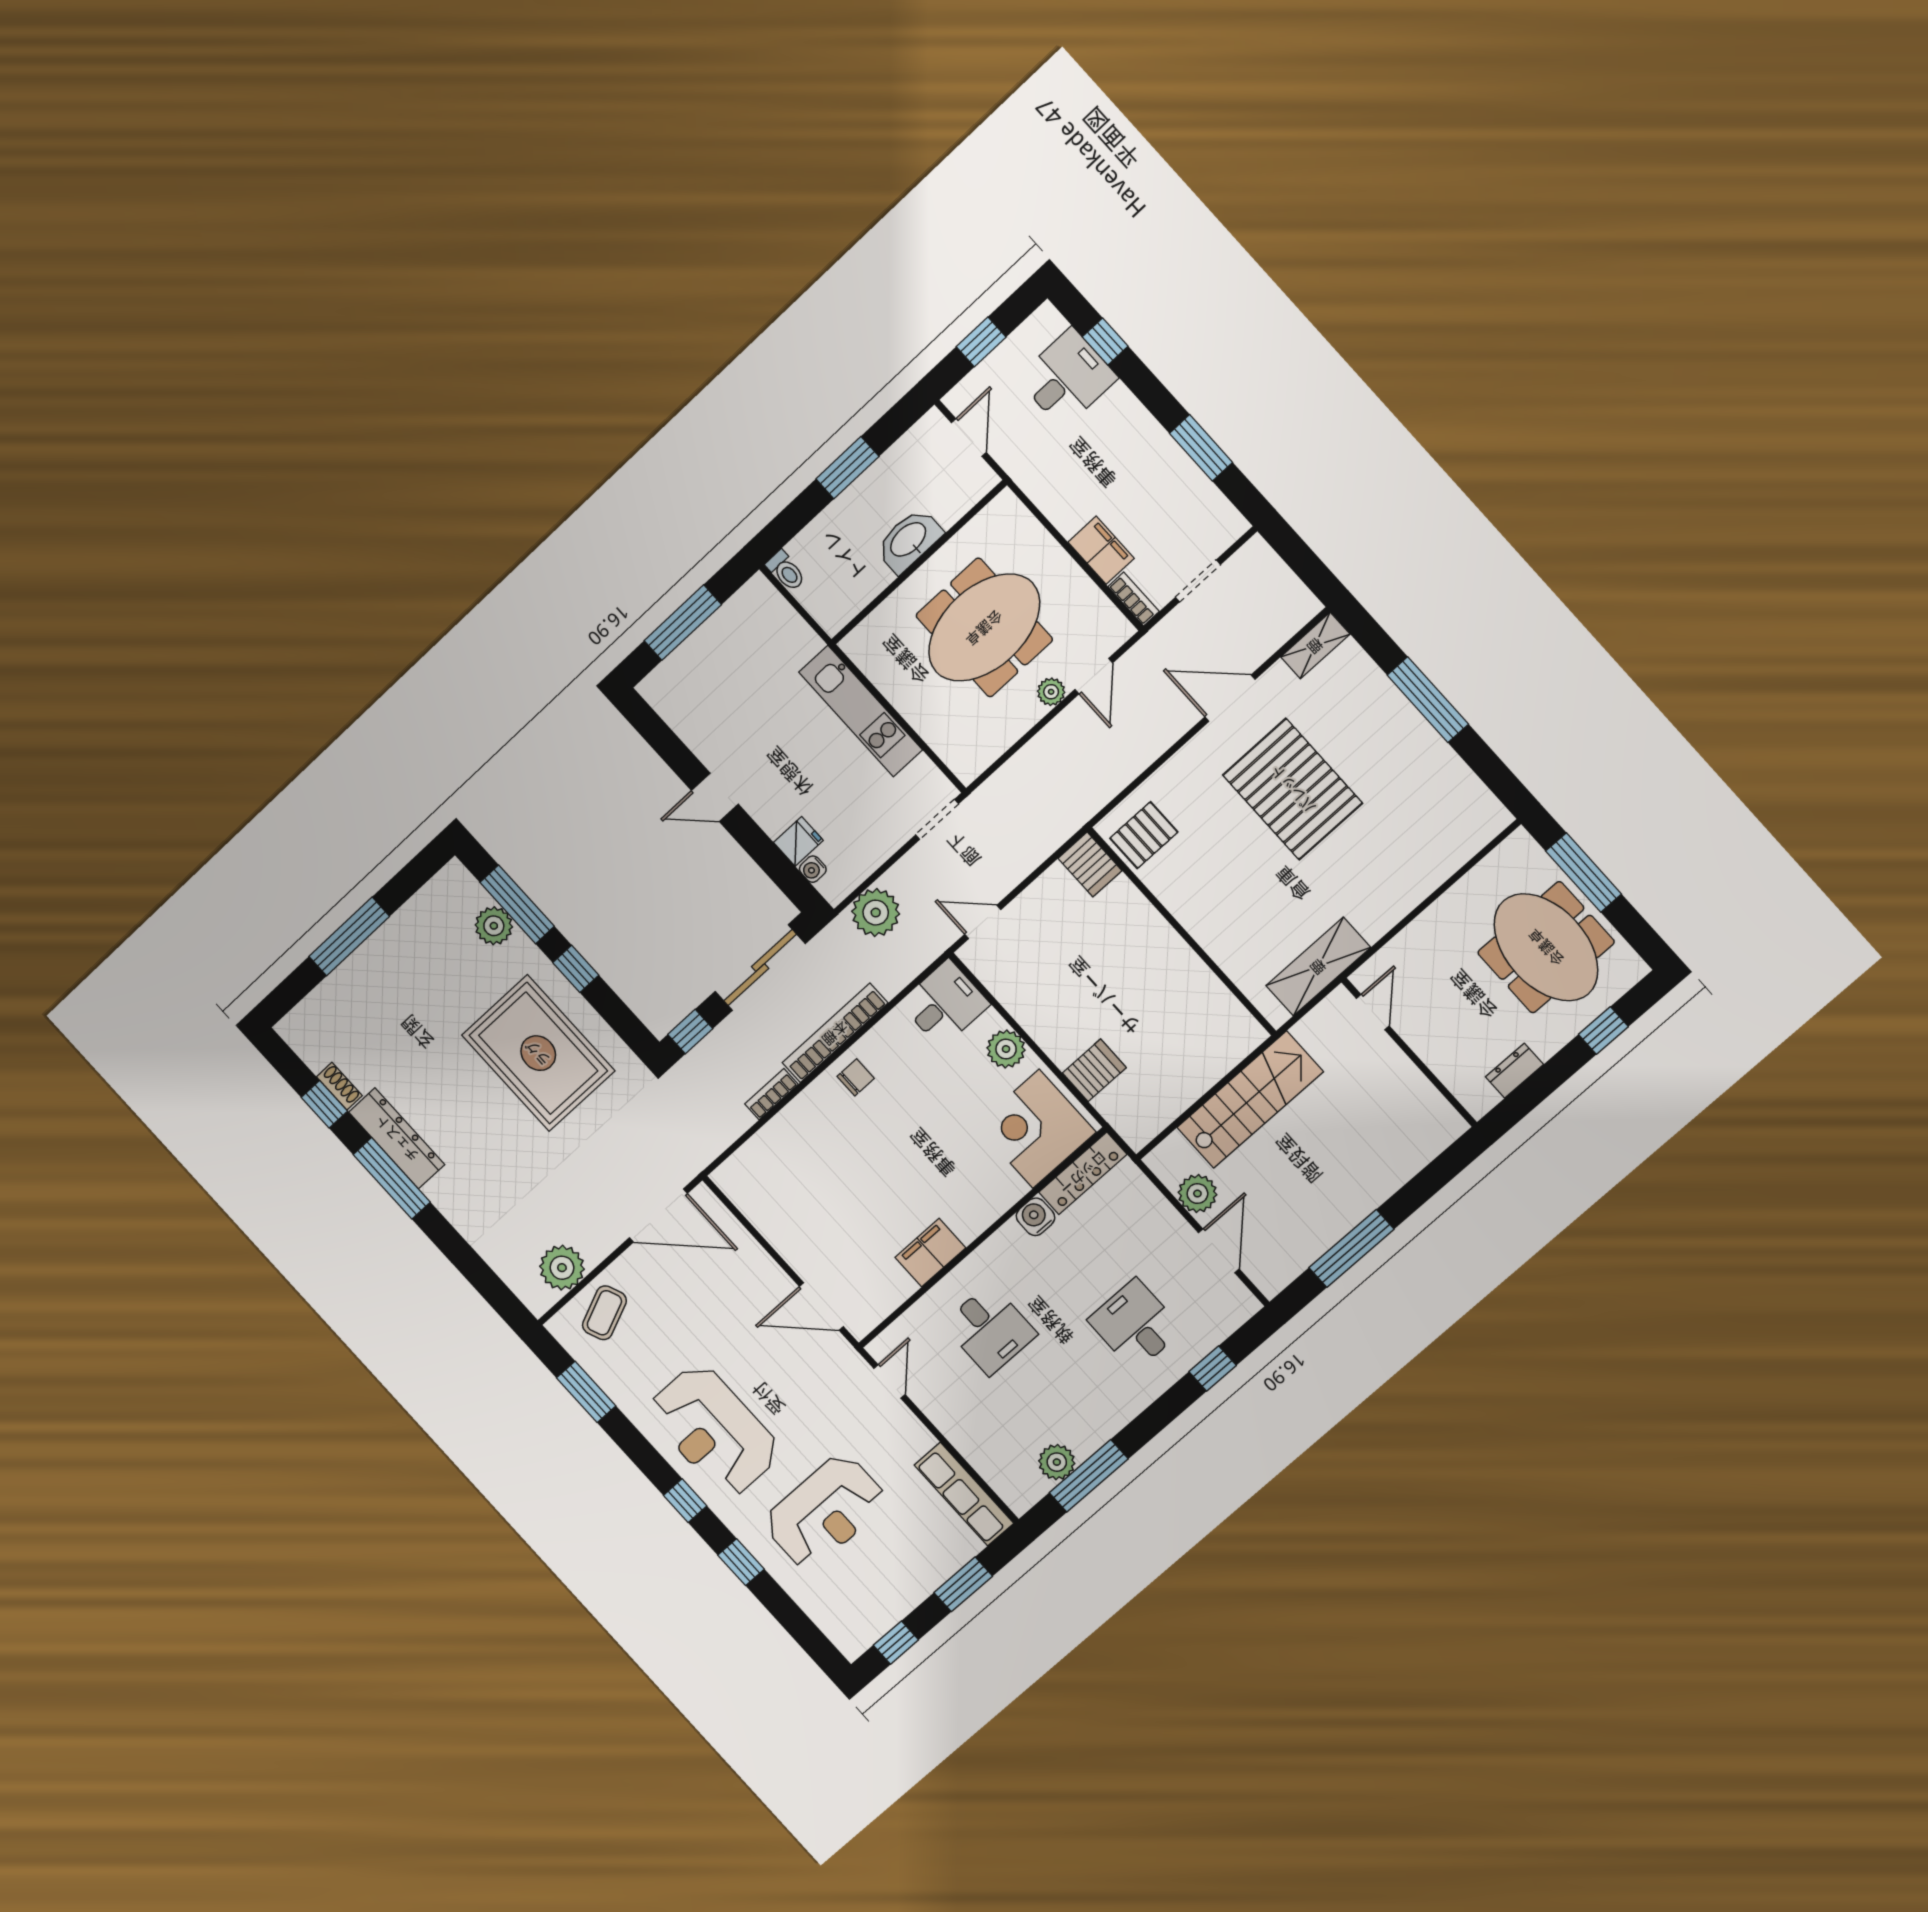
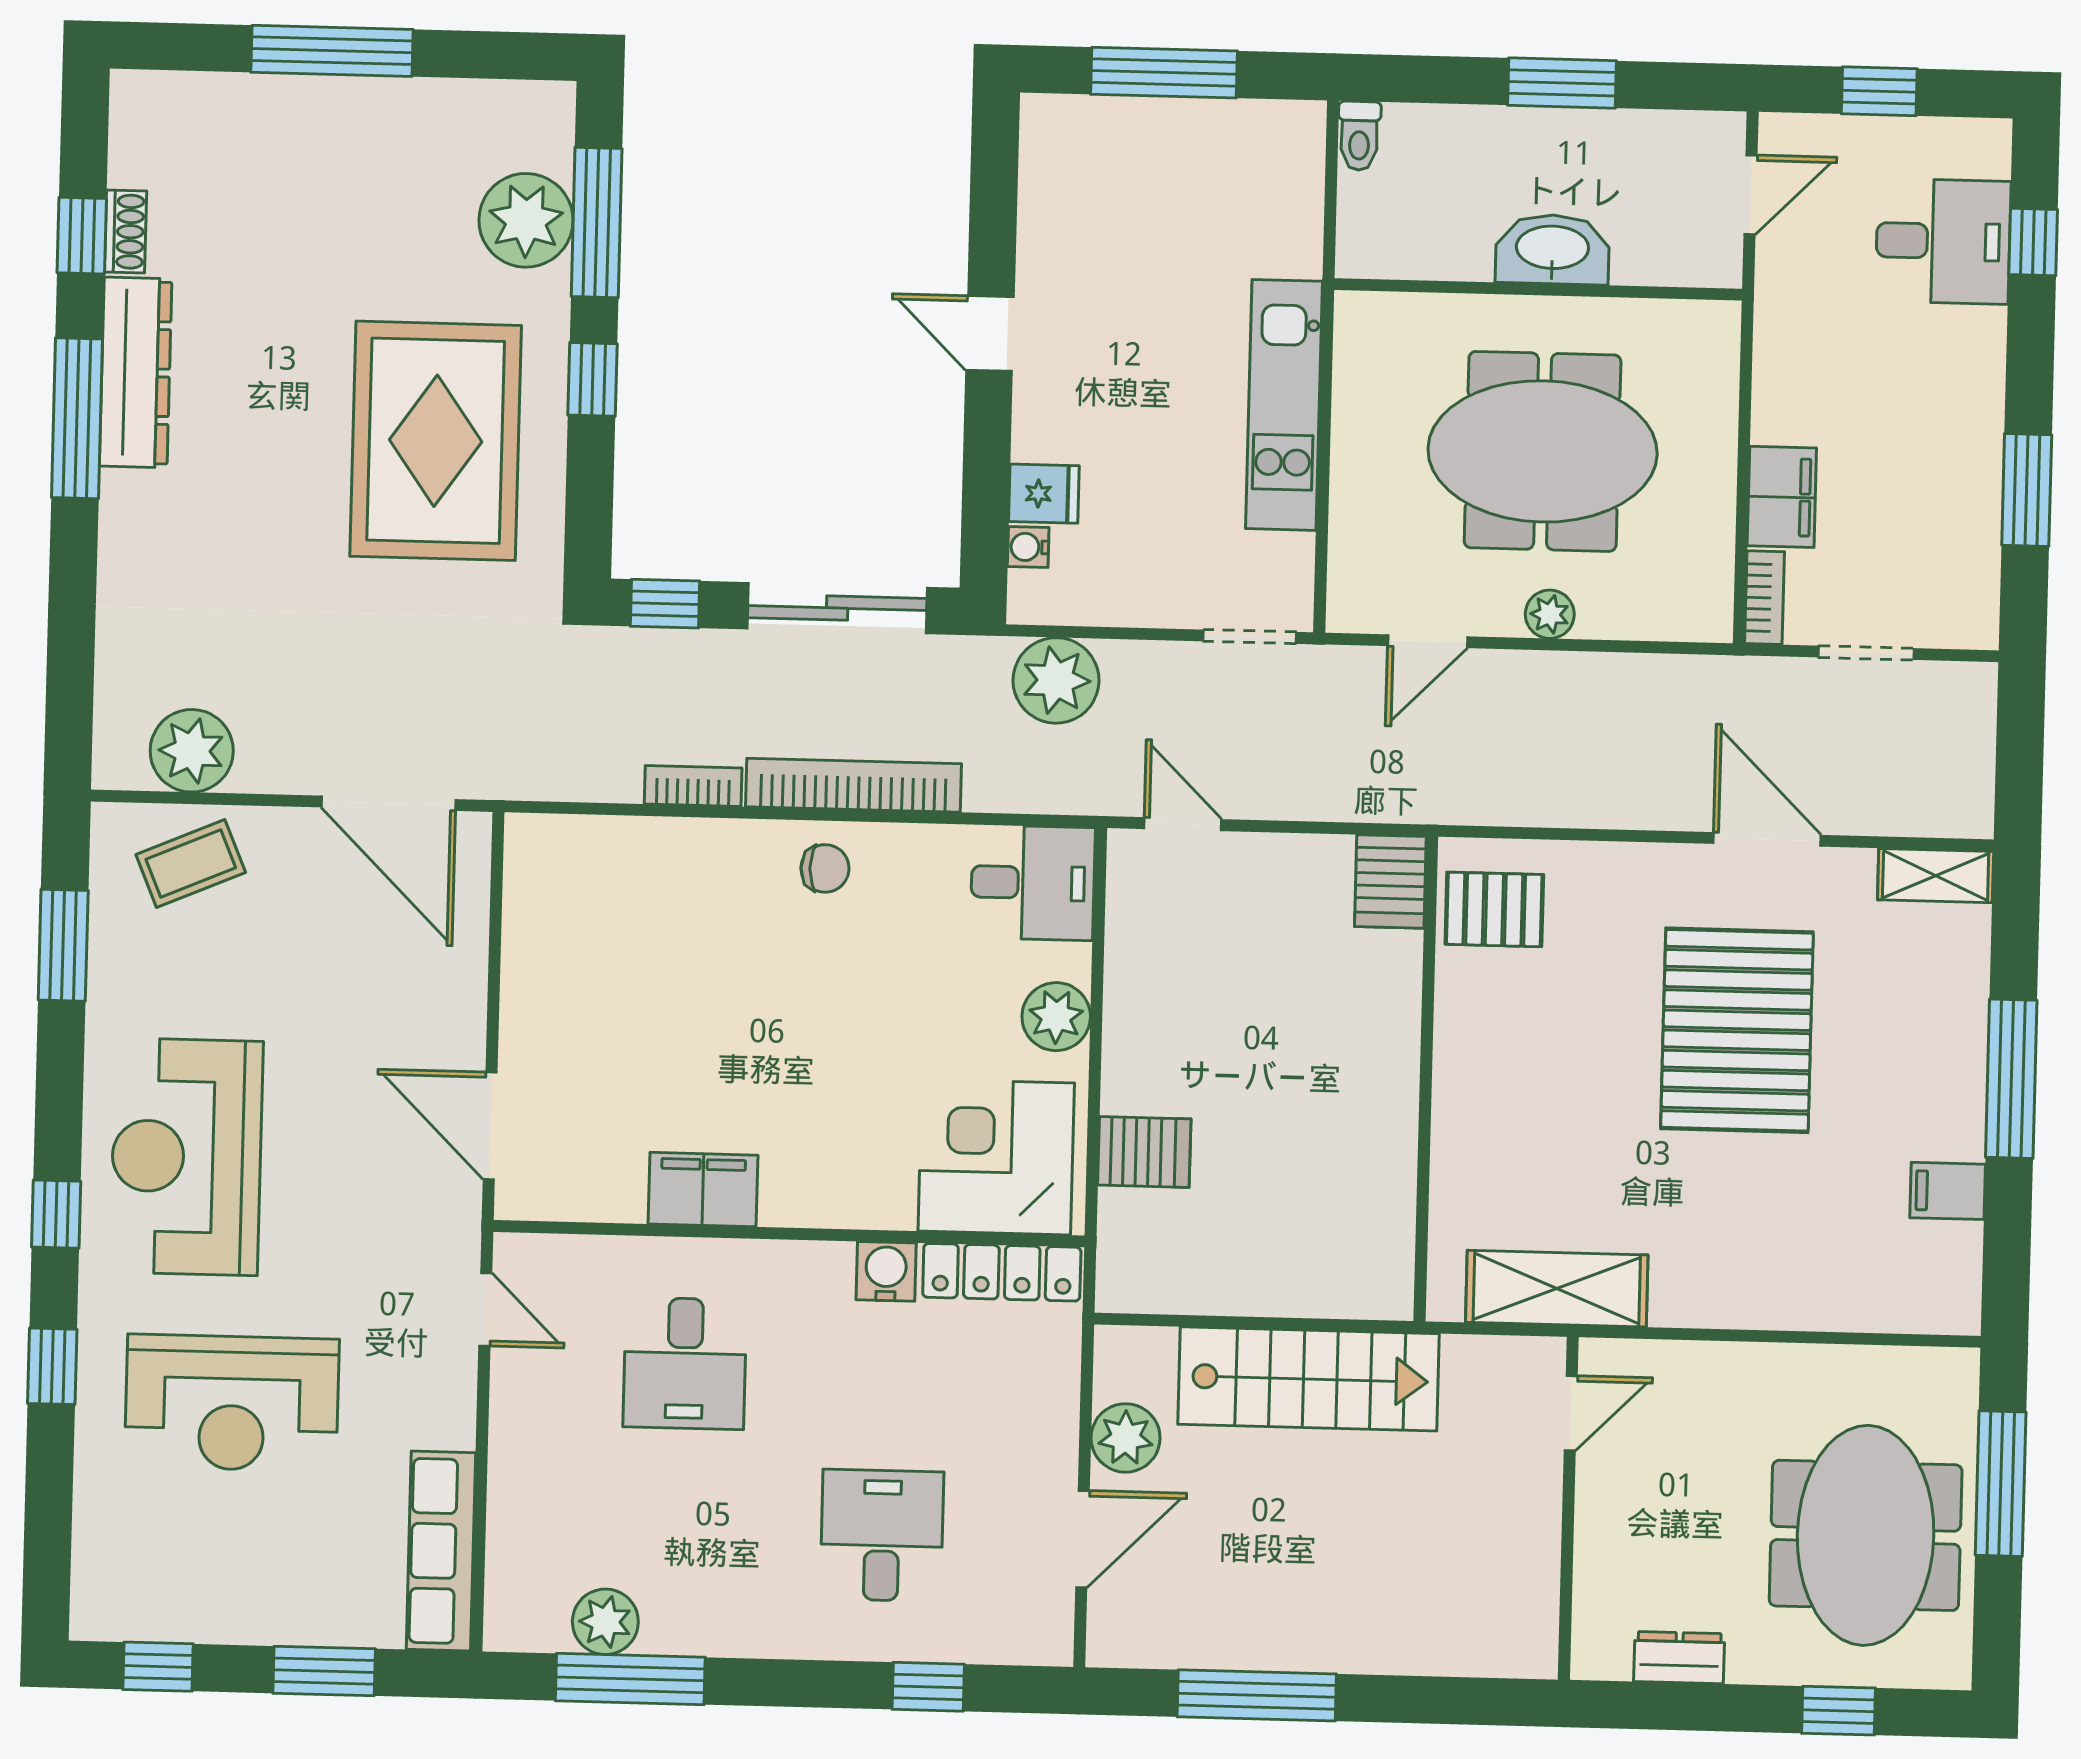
door: (1094, 676) -> (1428, 641), moved
filing cabinet: (1445, 772) -> (1948, 1191), added
plant: (494, 926) -> (526, 220), width x1.36, depth x1.36
door: (890, 1381) -> (485, 1309), hinge flipped

